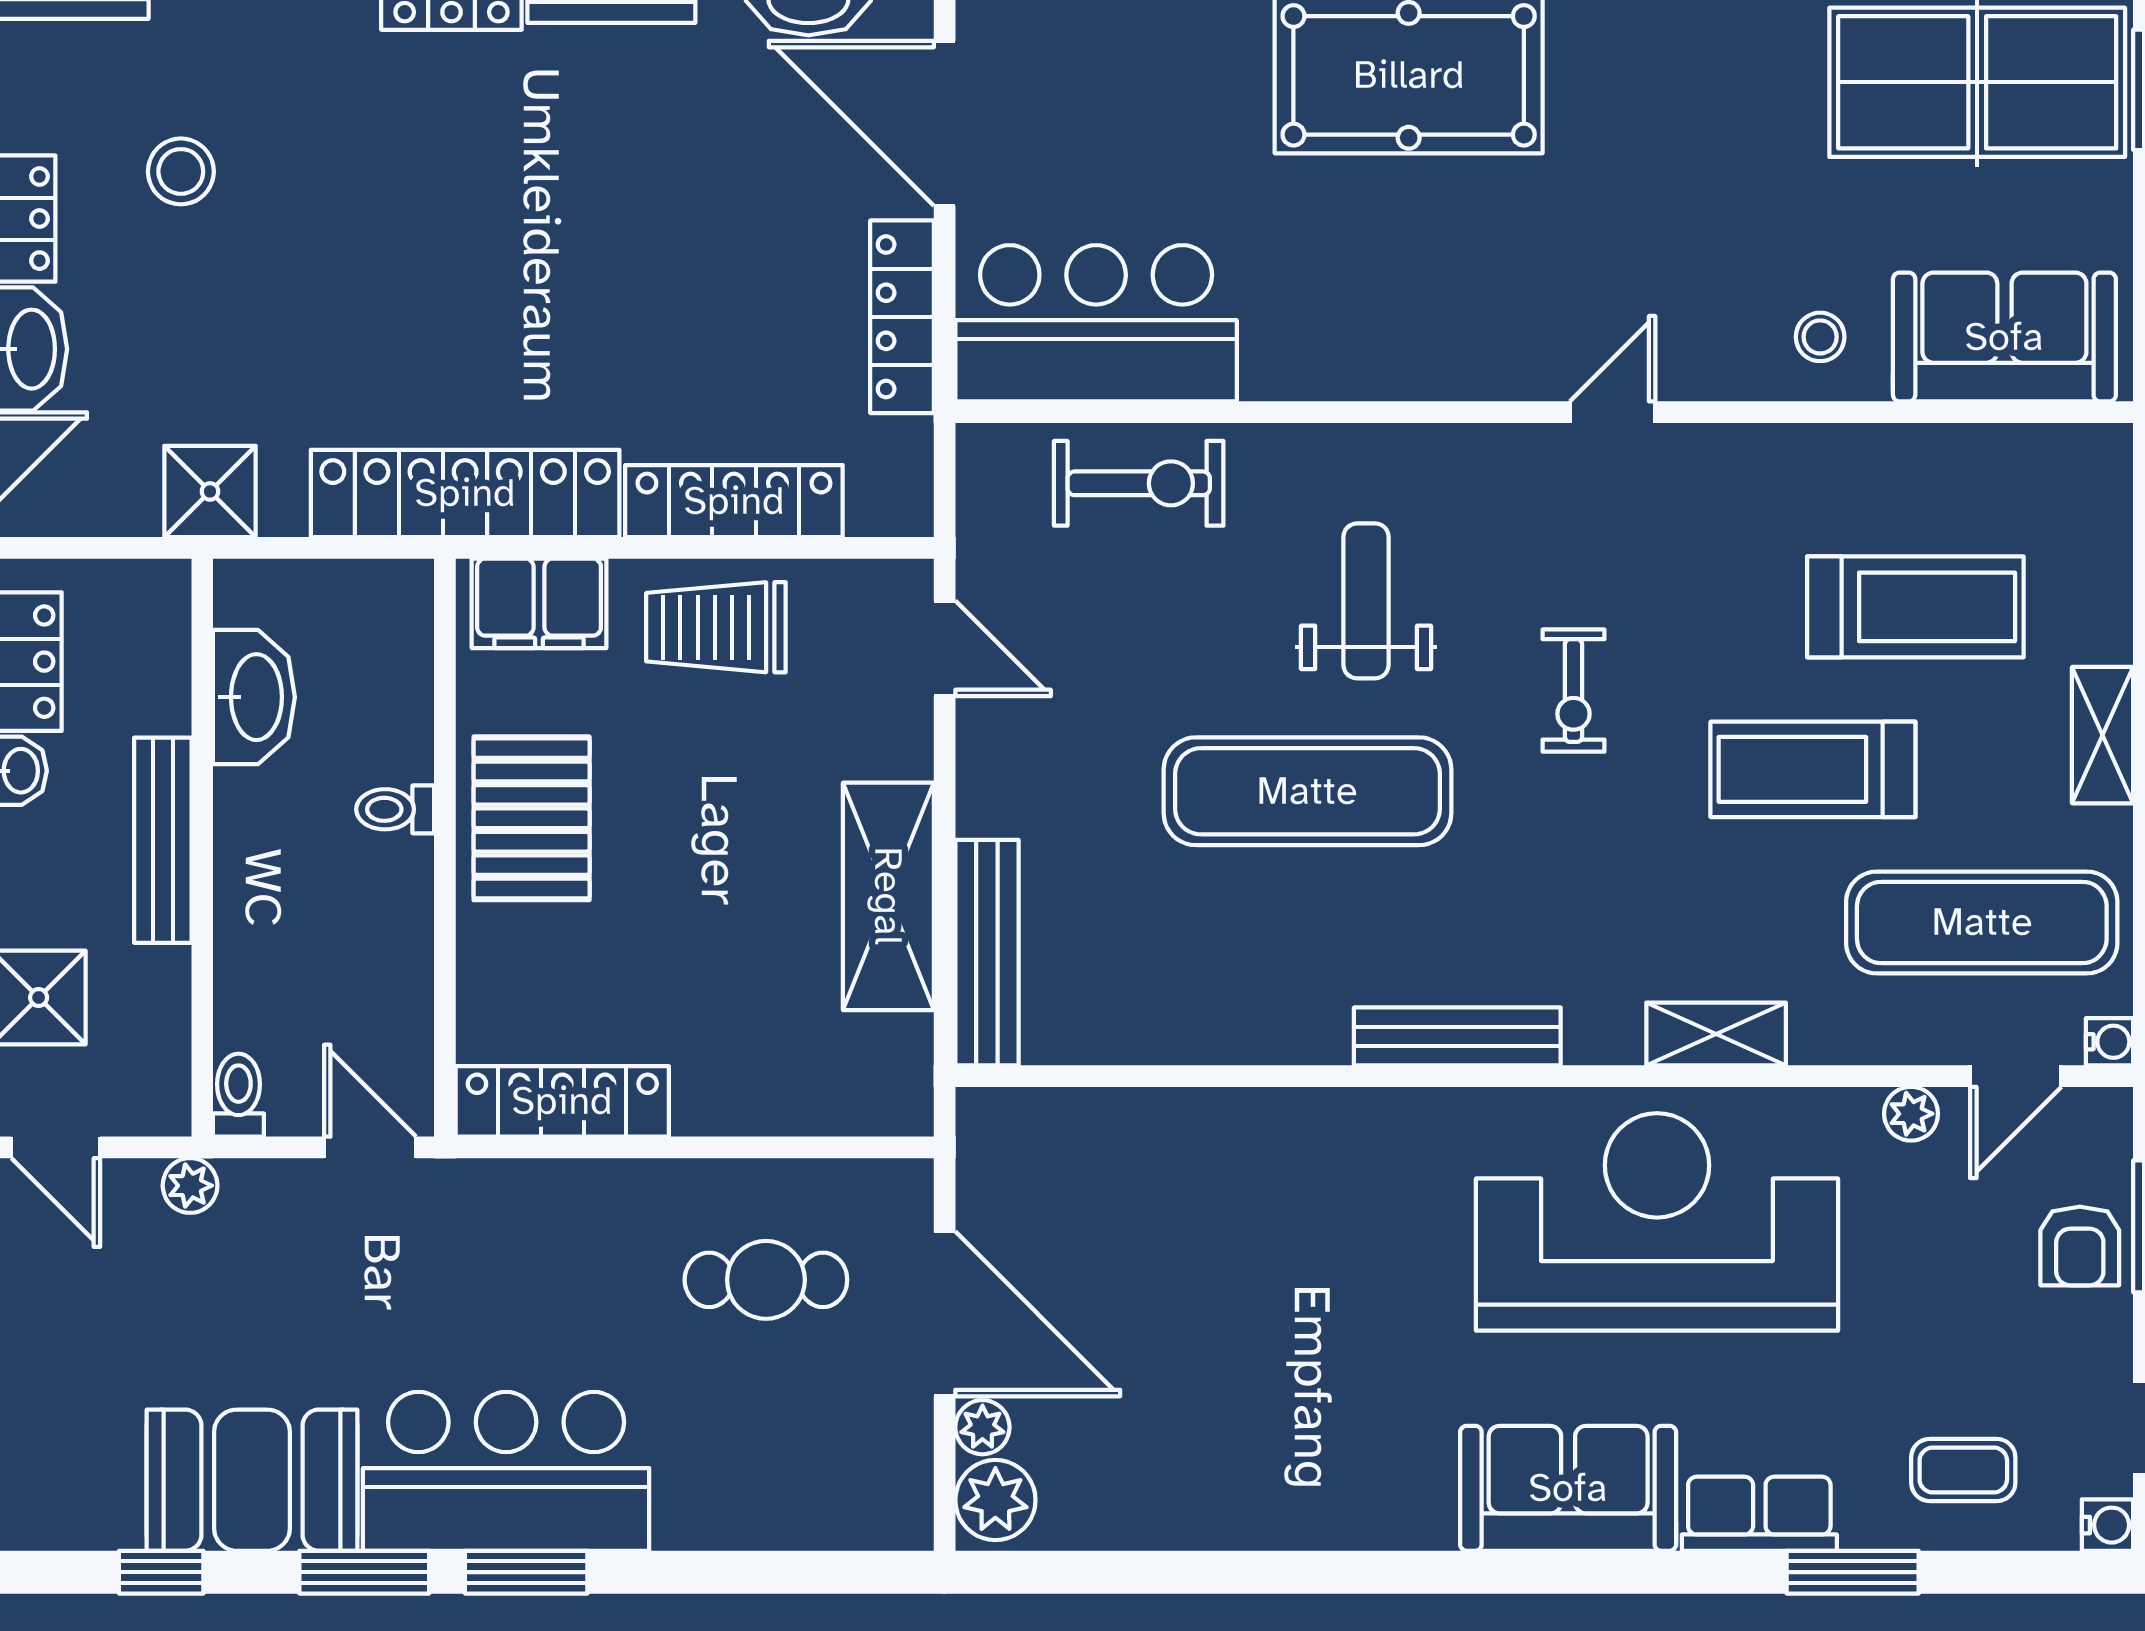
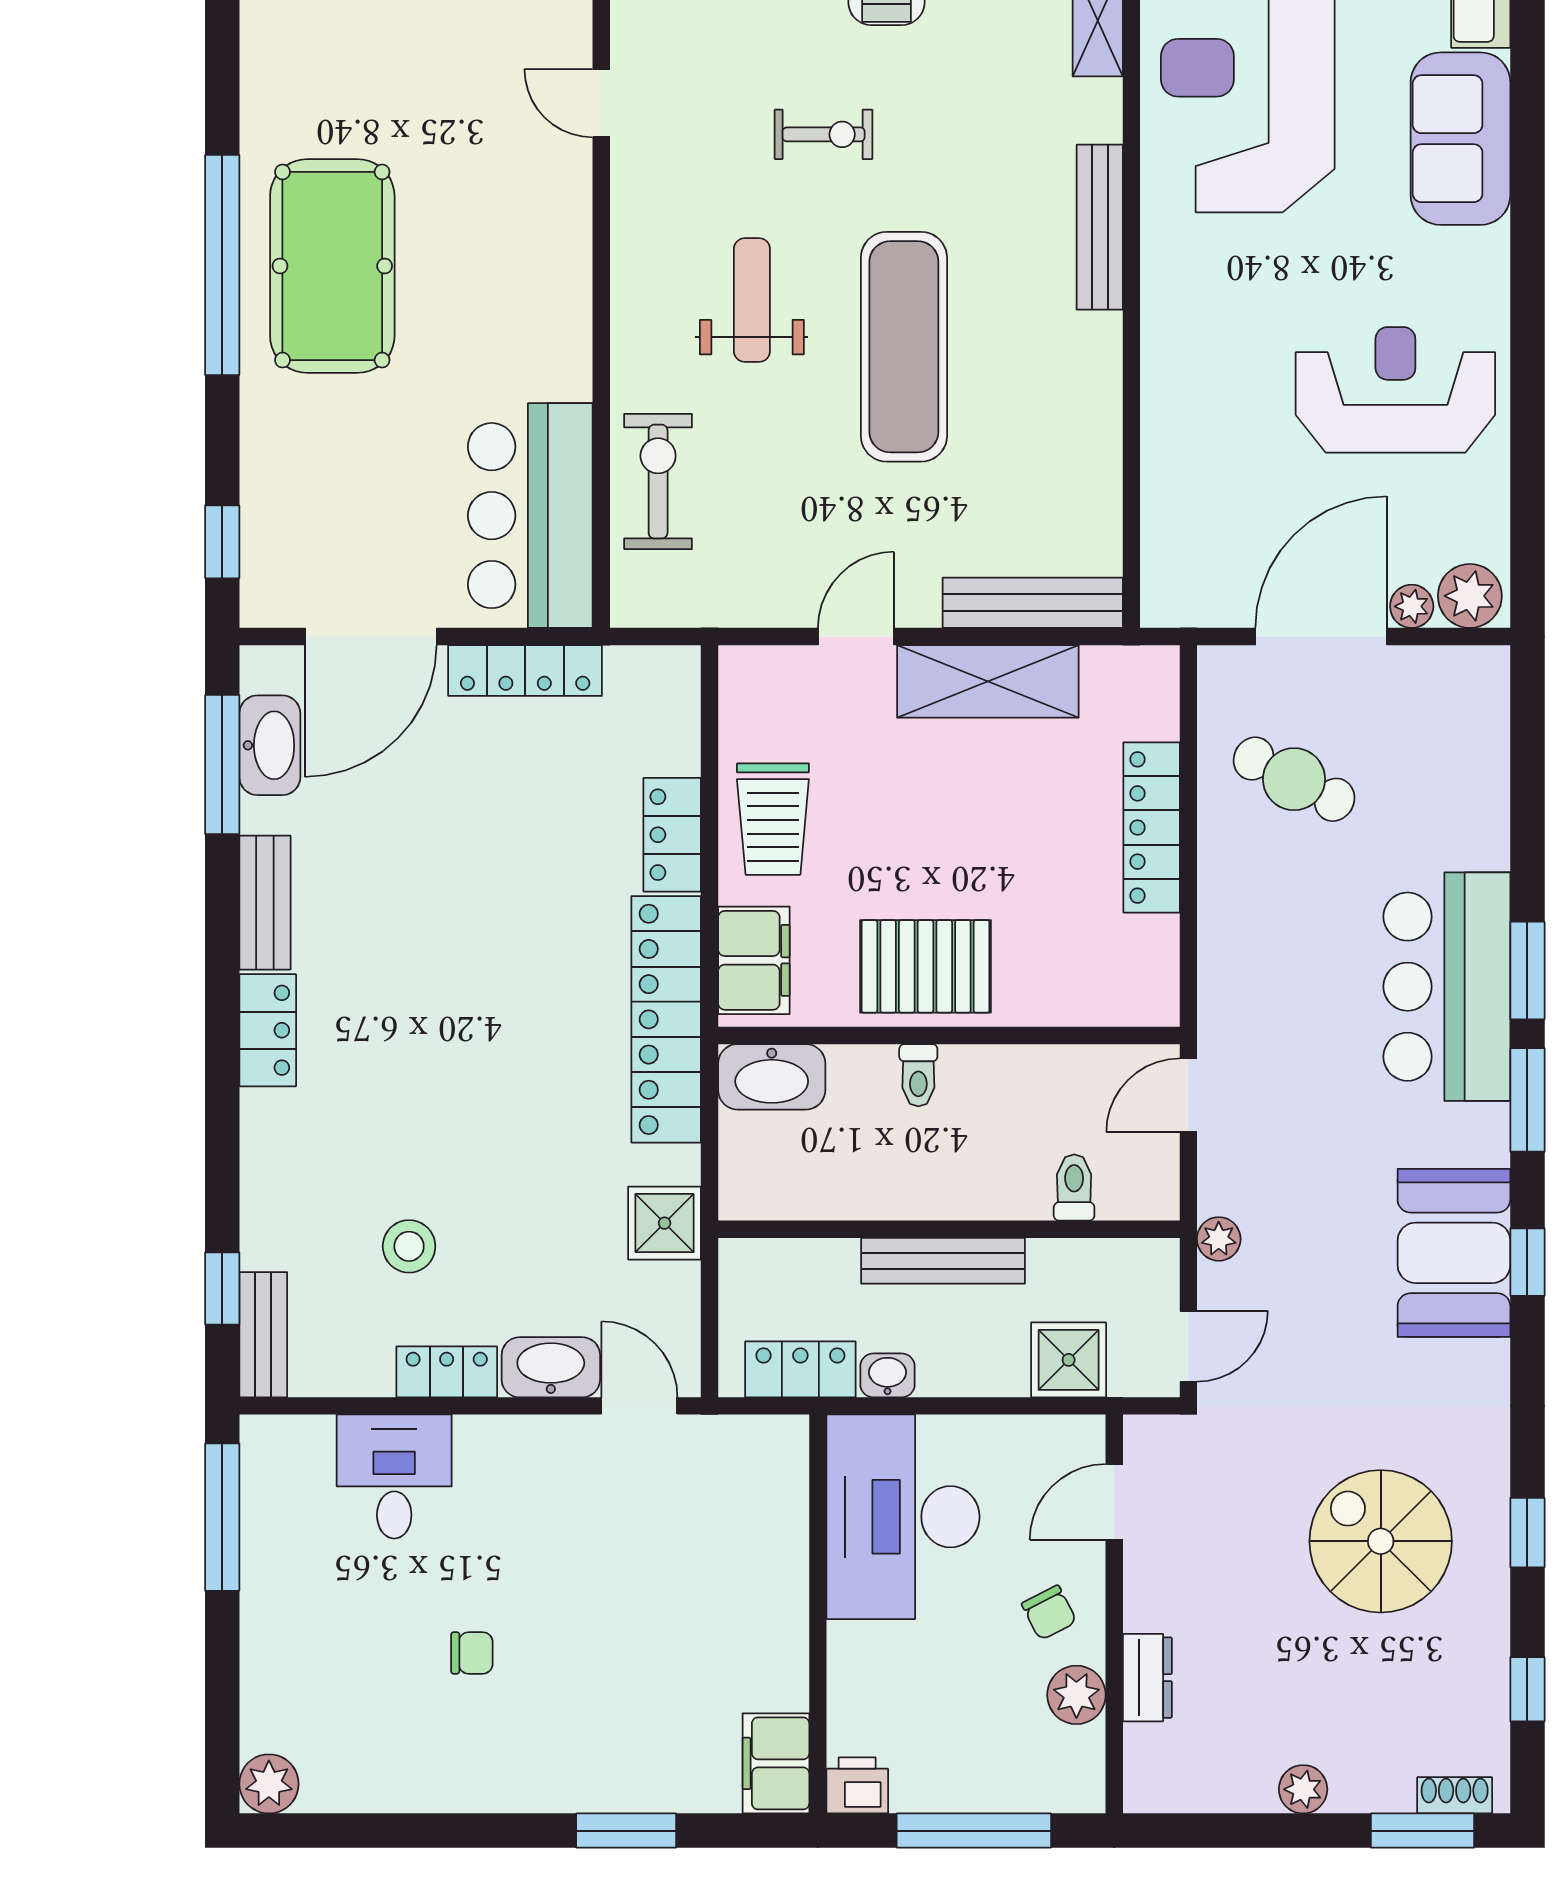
locker: (734, 501) -> (672, 835), width x0.66
weight bench: (1366, 601) -> (752, 300), turned 90
door: (945, 648) -> (856, 636), moved
washbasin: (254, 697) -> (772, 1077), moved, turned 180
toilet: (238, 1095) -> (1074, 1188), moved, turned 90
locker: (562, 1101) -> (1152, 827), moved
cafe table: (766, 1280) -> (1294, 779), turned -63
reception desk: (1254, 1407) -> (1395, 390), added
booth: (252, 1480) -> (1454, 1253), moved

